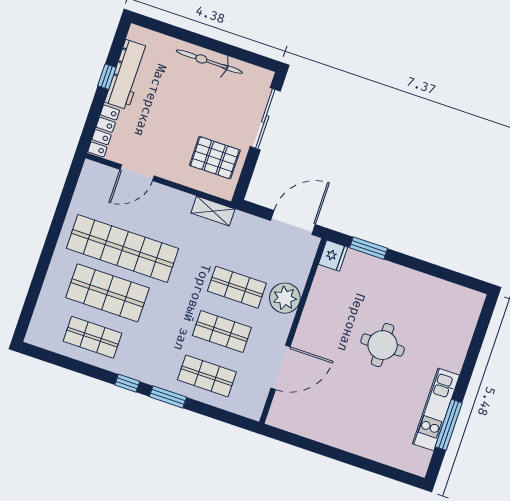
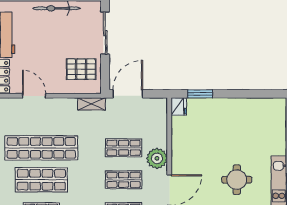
door: (137, 173) -> (34, 96), swing flipped
door: (293, 222) -> (128, 94), moved
plant: (285, 298) -> (157, 158), moved
round table: (383, 345) -> (237, 180), moved

